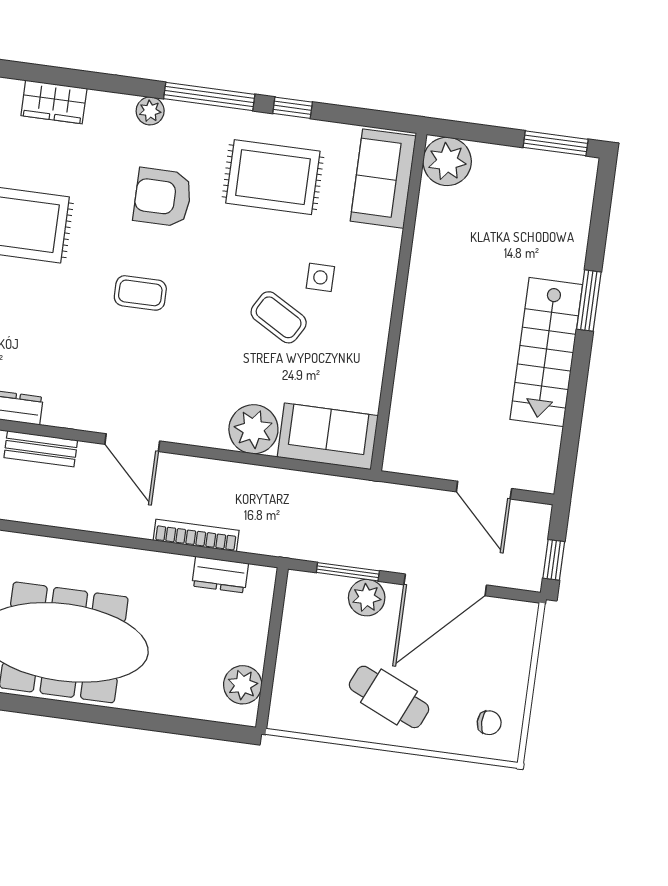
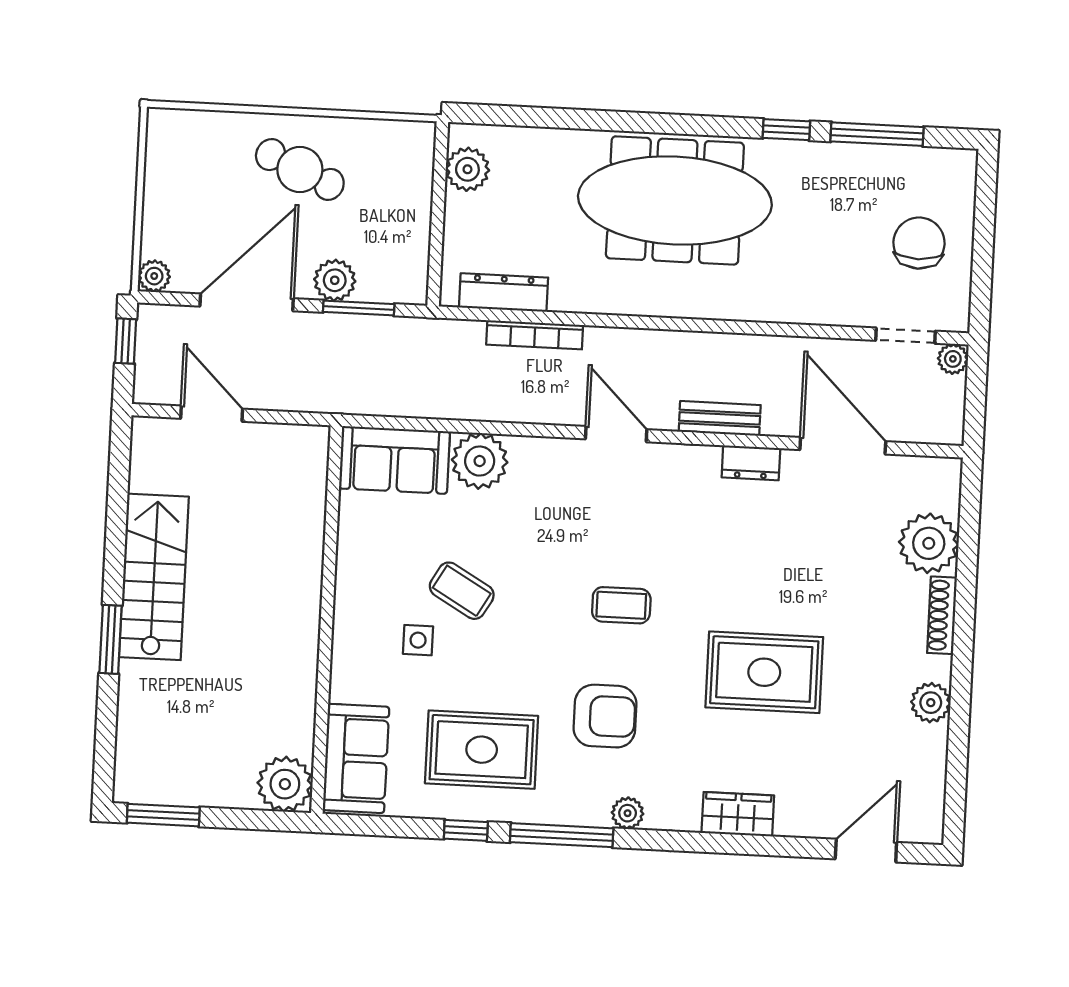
dresser: (220, 575) -> (504, 292), width x1.44
plant: (524, 615) -> (154, 276), added
chair: (489, 723) -> (184, 150), removed

